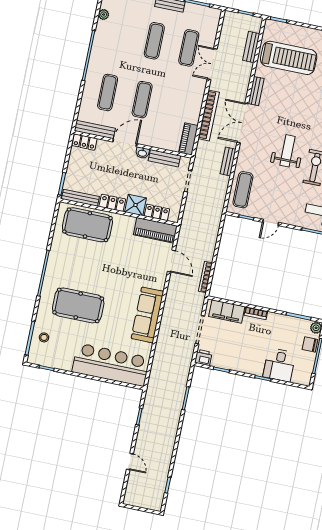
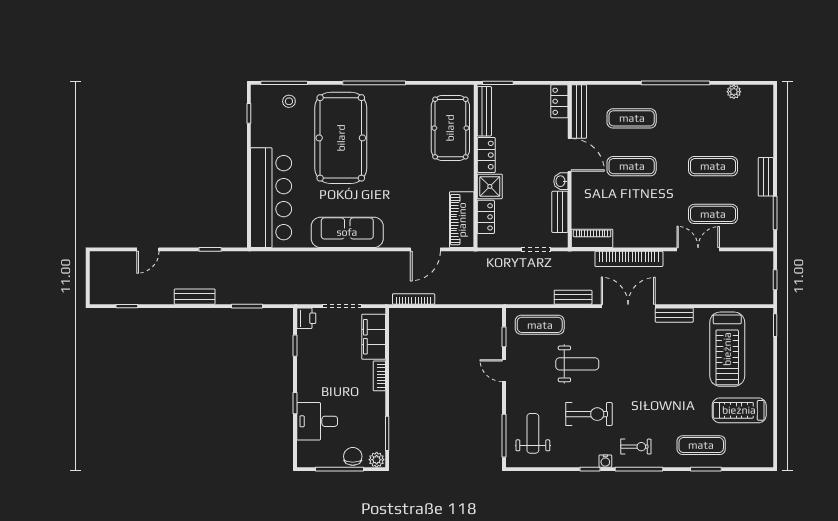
bench: (251, 47) -> (195, 297), moved
weight bench: (288, 151) -> (577, 364), moved
pool table: (78, 305) -> (341, 138), width x1.36, depth x1.32

